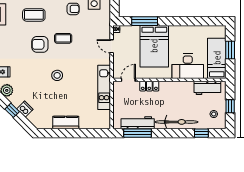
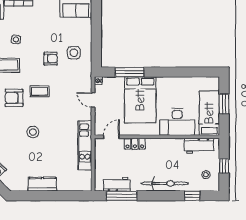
workbench: (138, 123) -> (117, 184), width x0.73

